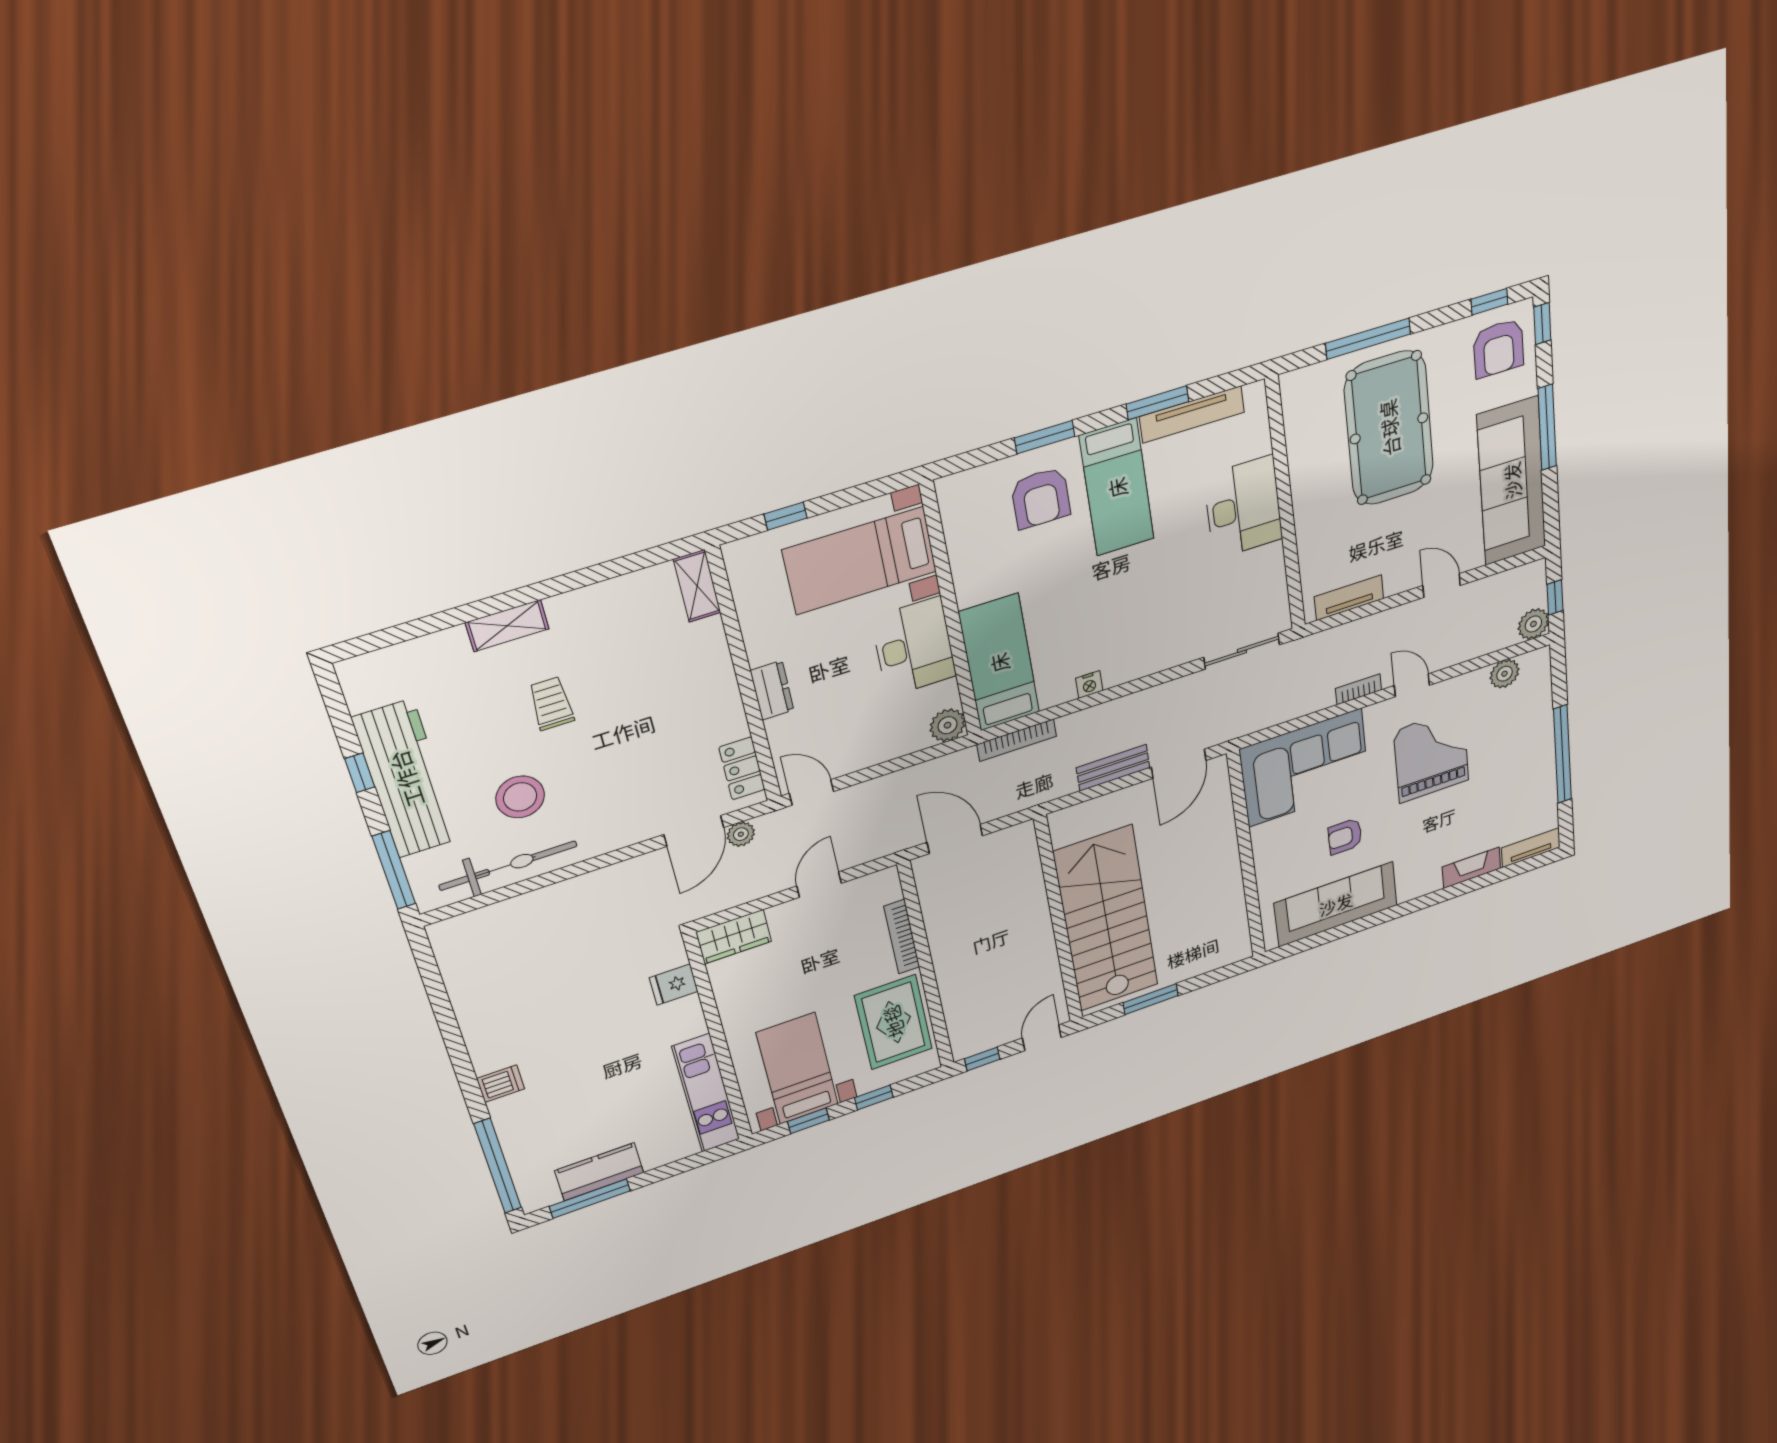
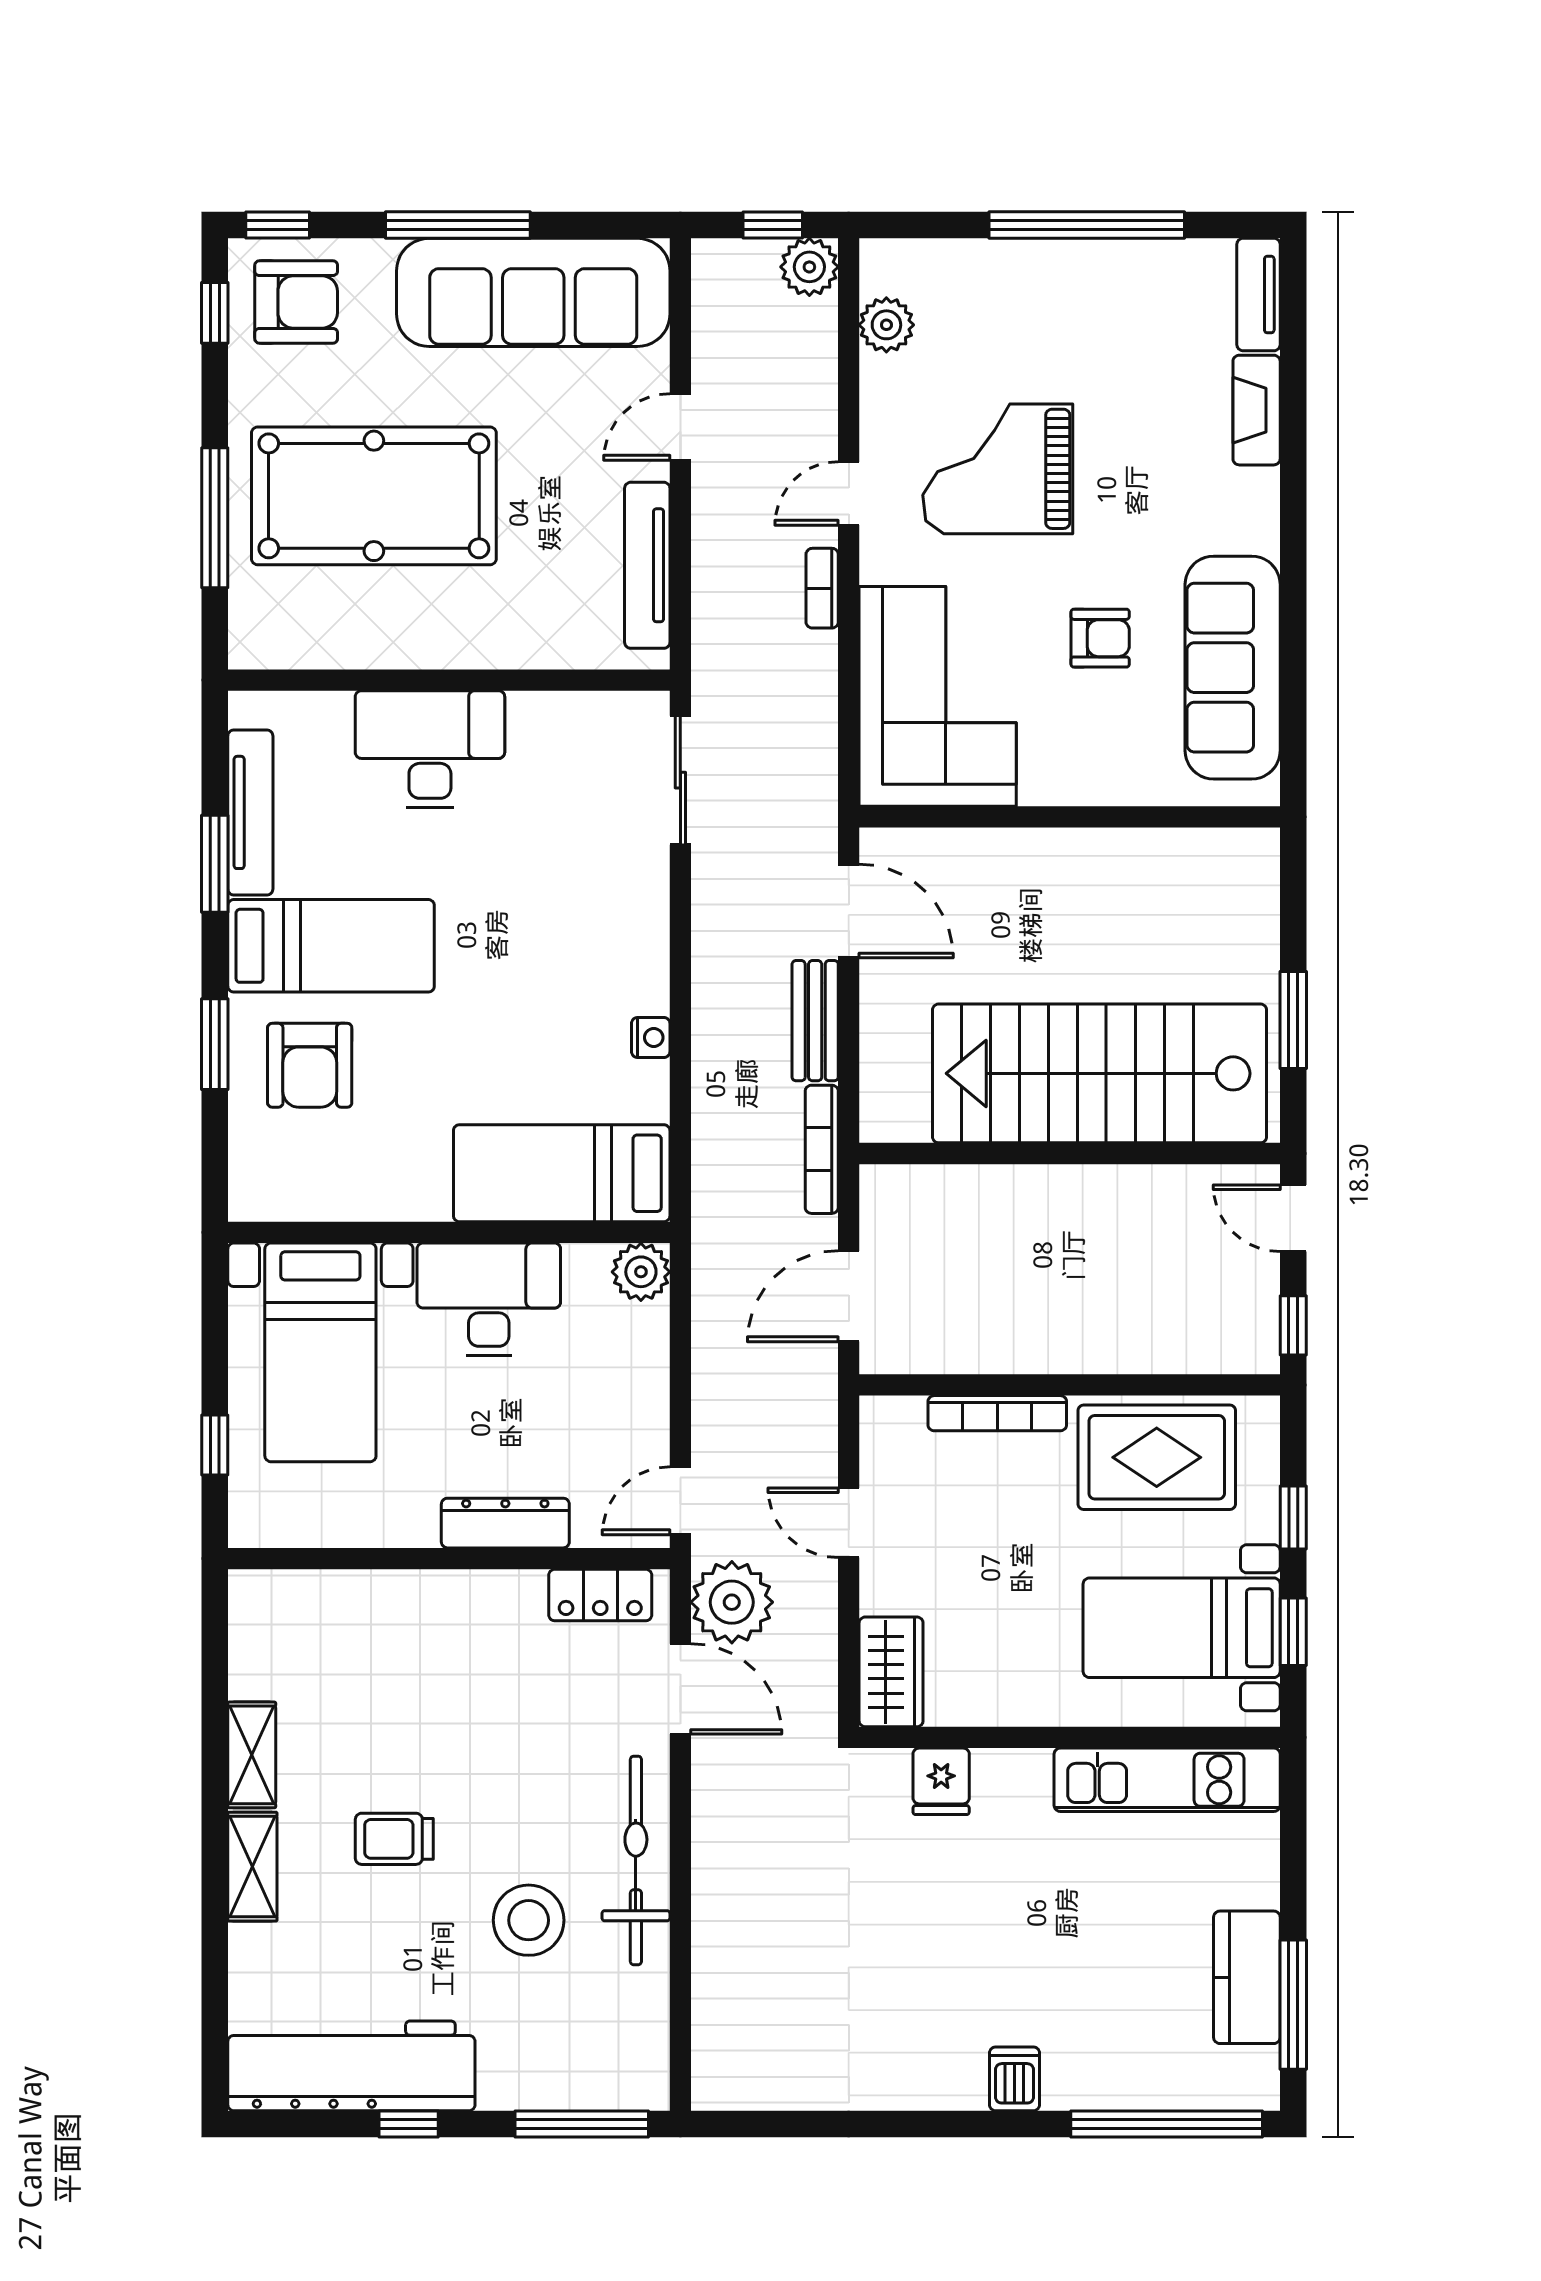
armchair: (1041, 498) -> (310, 1065), turned 90
shelving: (697, 586) -> (252, 1755), moved, turned 90
tv unit: (1349, 598) -> (647, 565), width x1.41
dresser: (772, 690) -> (505, 1523), width x1.44
bookcase: (1017, 740) -> (822, 1149), moved, turned 180
workbench: (406, 779) -> (351, 2066), moved
plant: (741, 834) -> (732, 1602), width x1.88, depth x1.88
armchair: (1345, 836) -> (1100, 638), turned -90
bicycle: (508, 866) -> (636, 1860), moved

